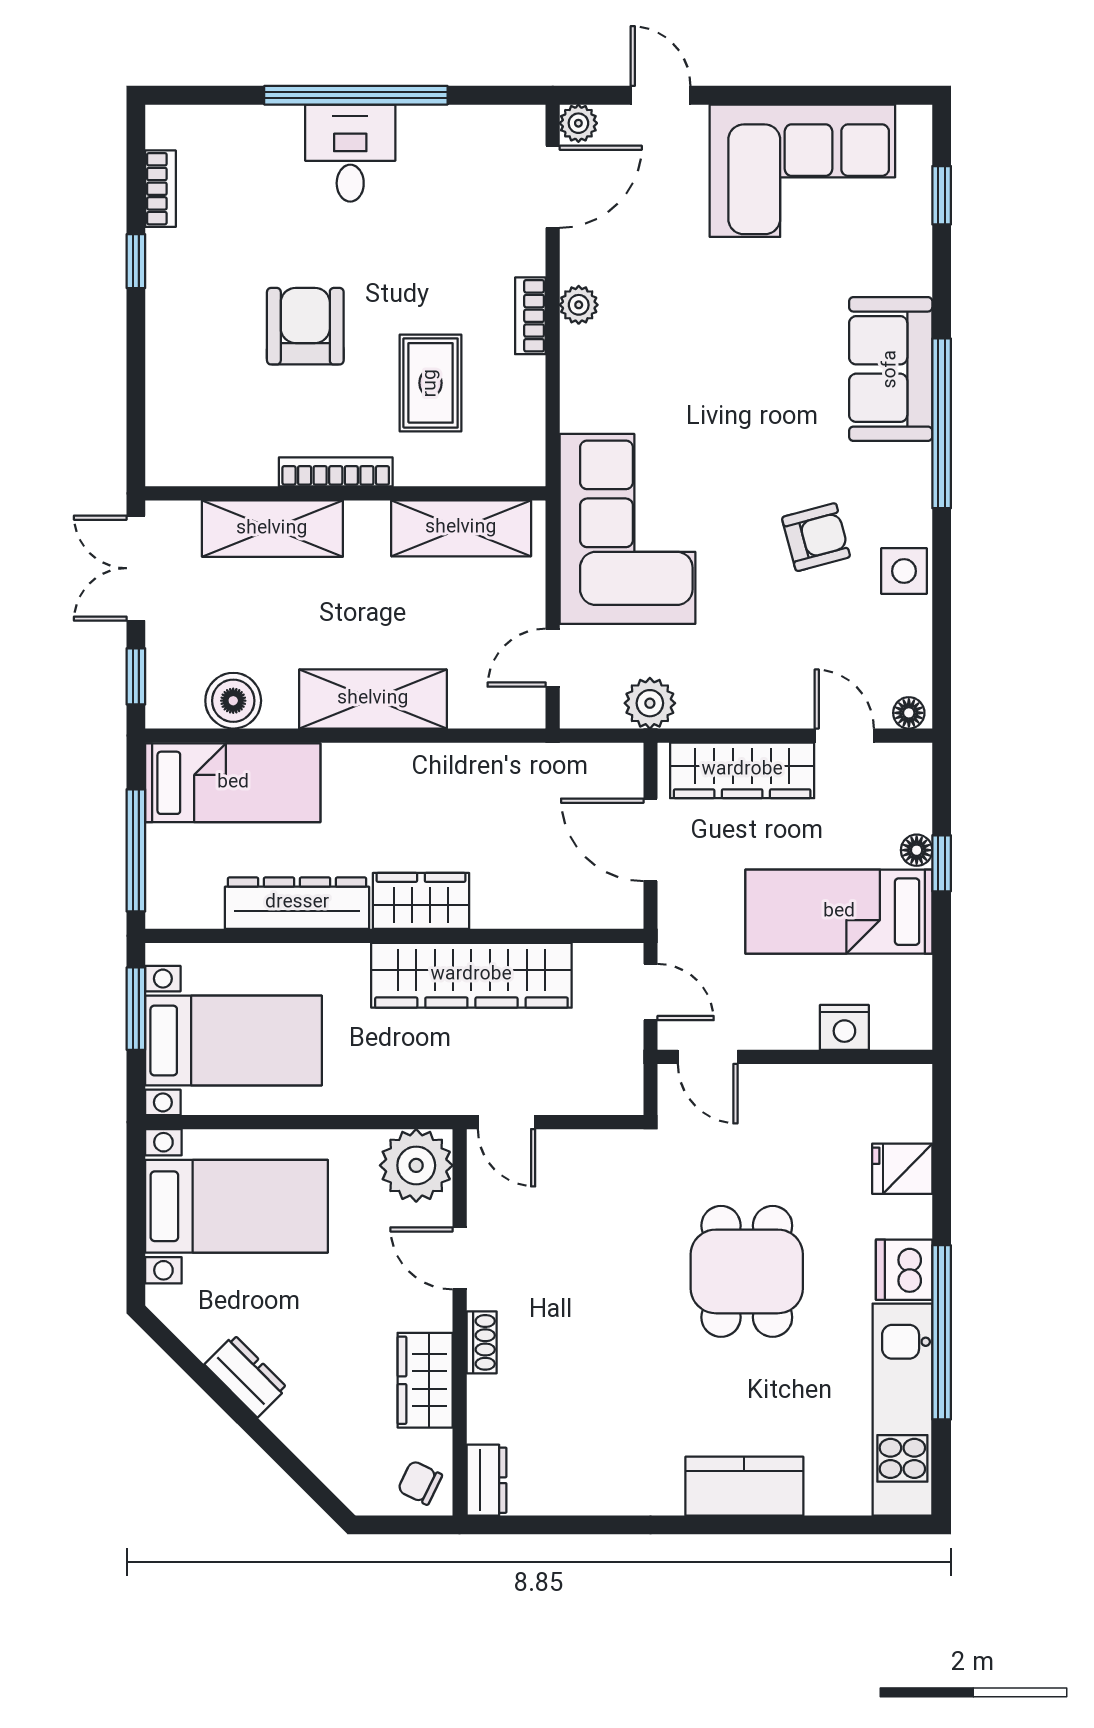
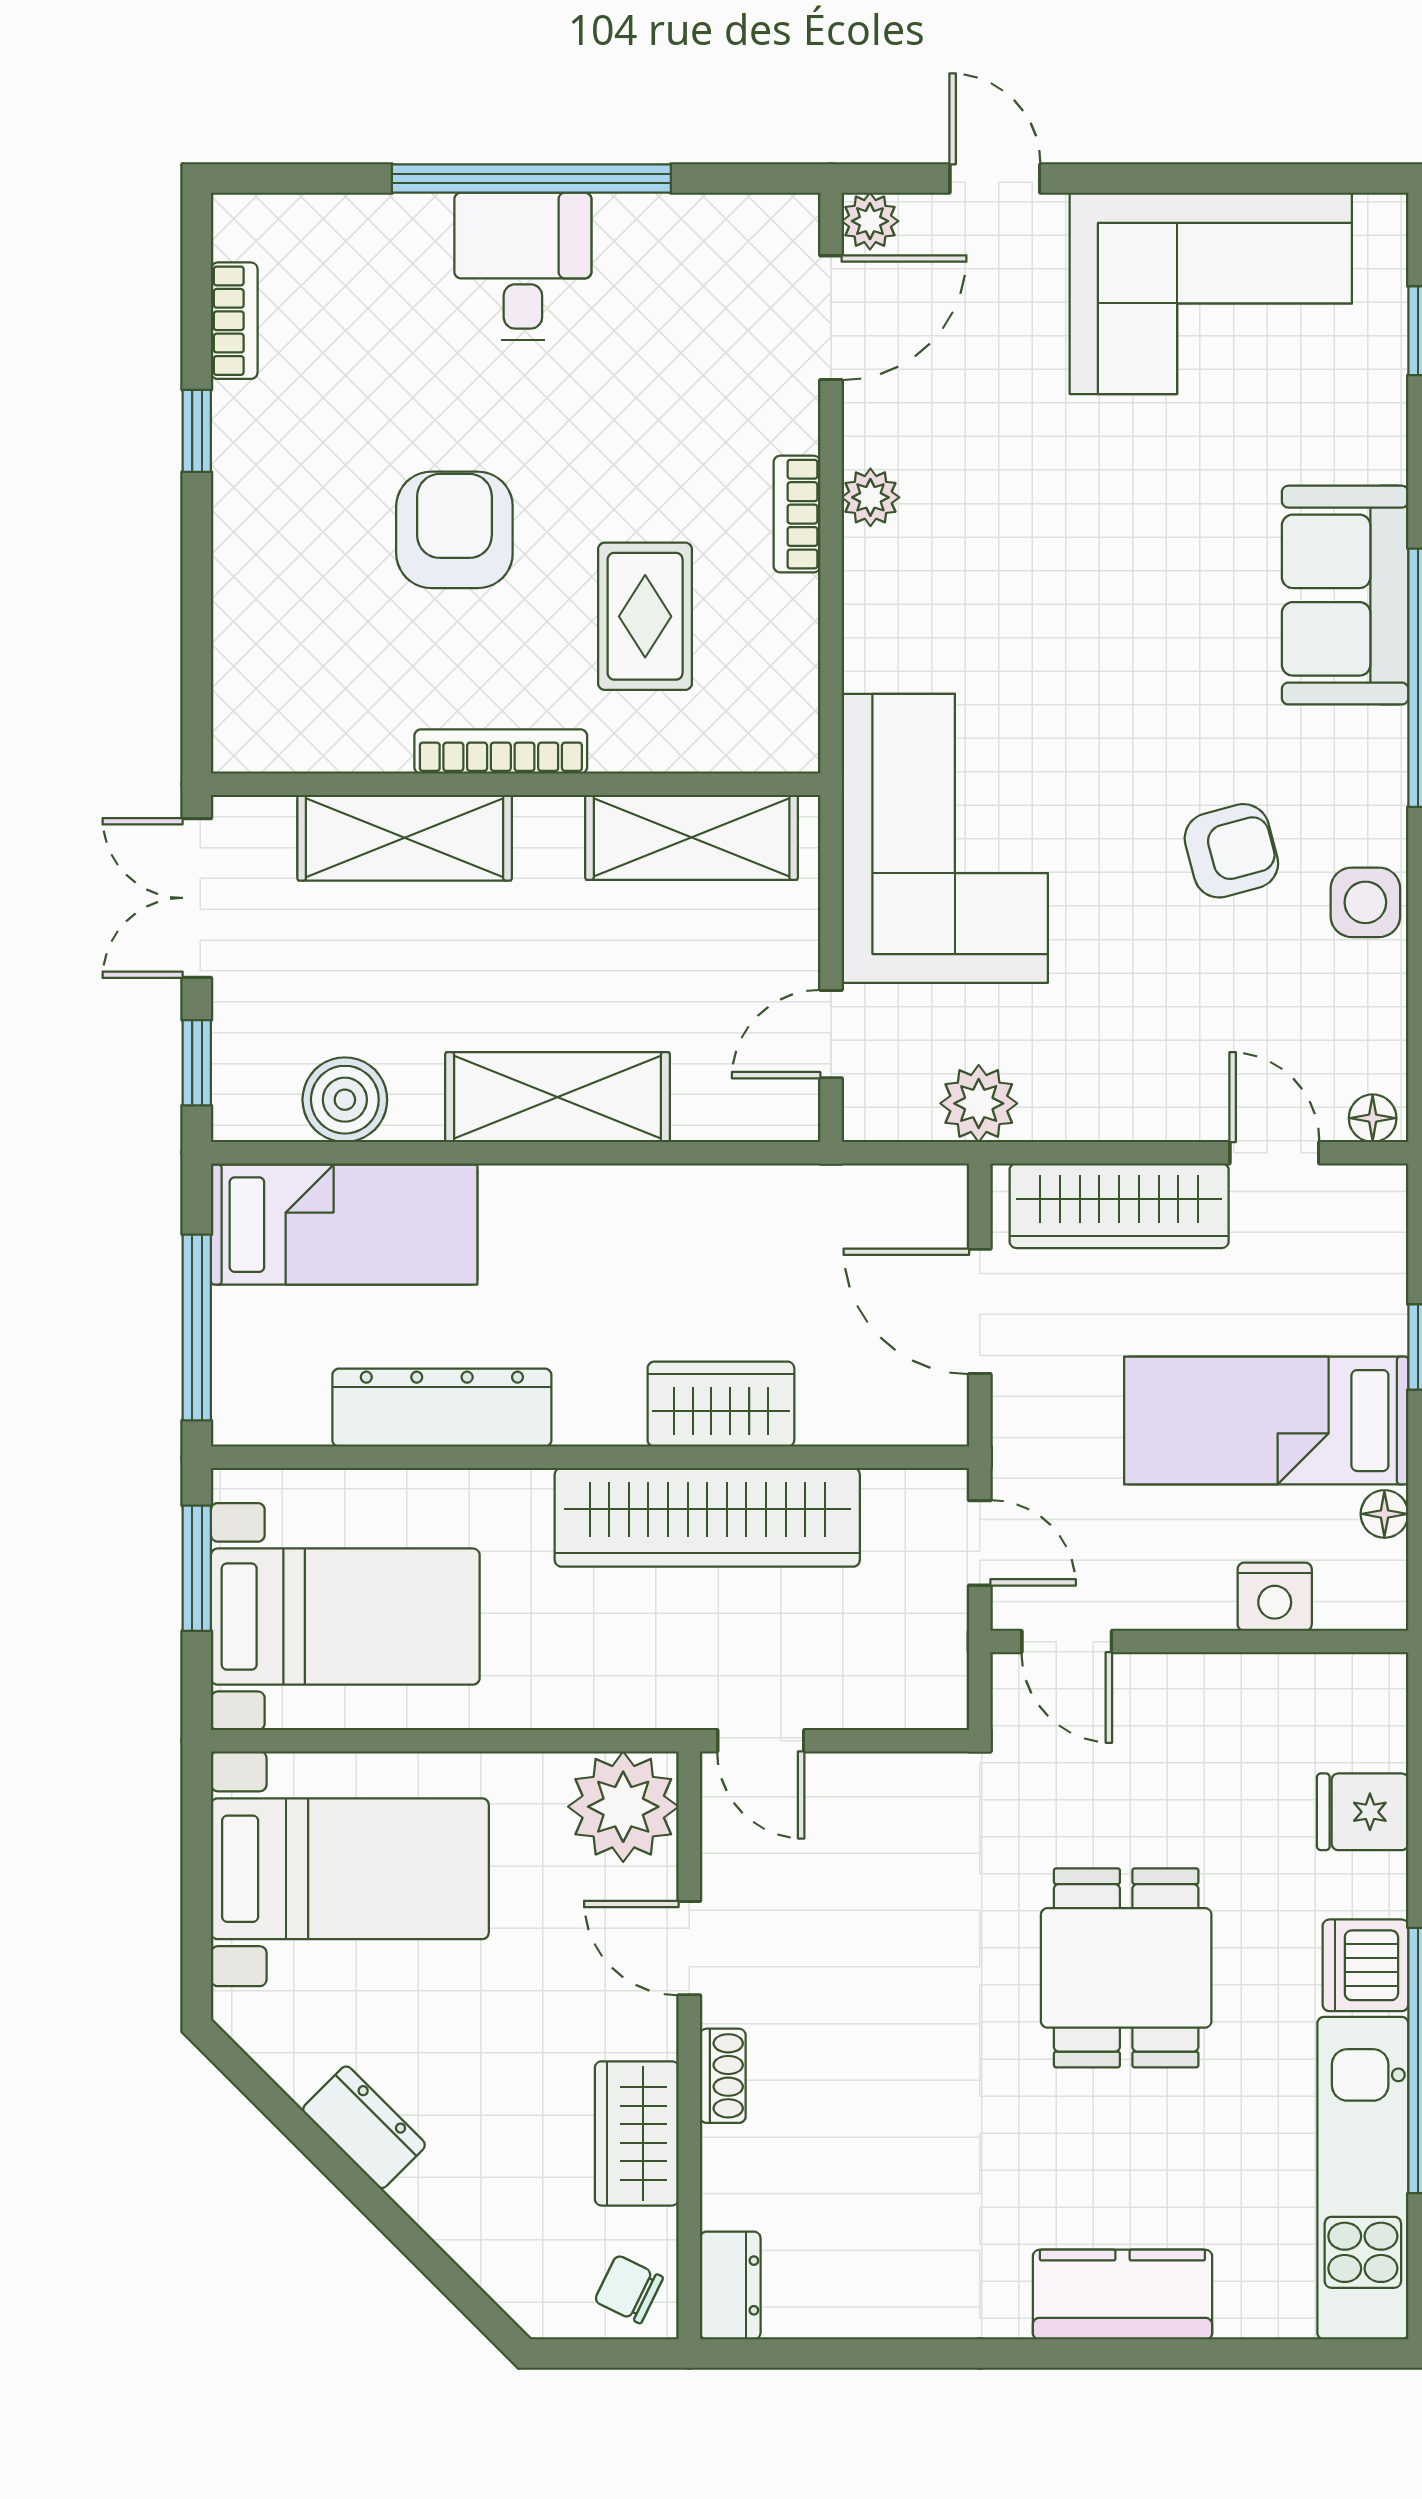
floor lamp: (917, 850) -> (1384, 1514), moved
wardrobe: (421, 901) -> (721, 1404), moved

